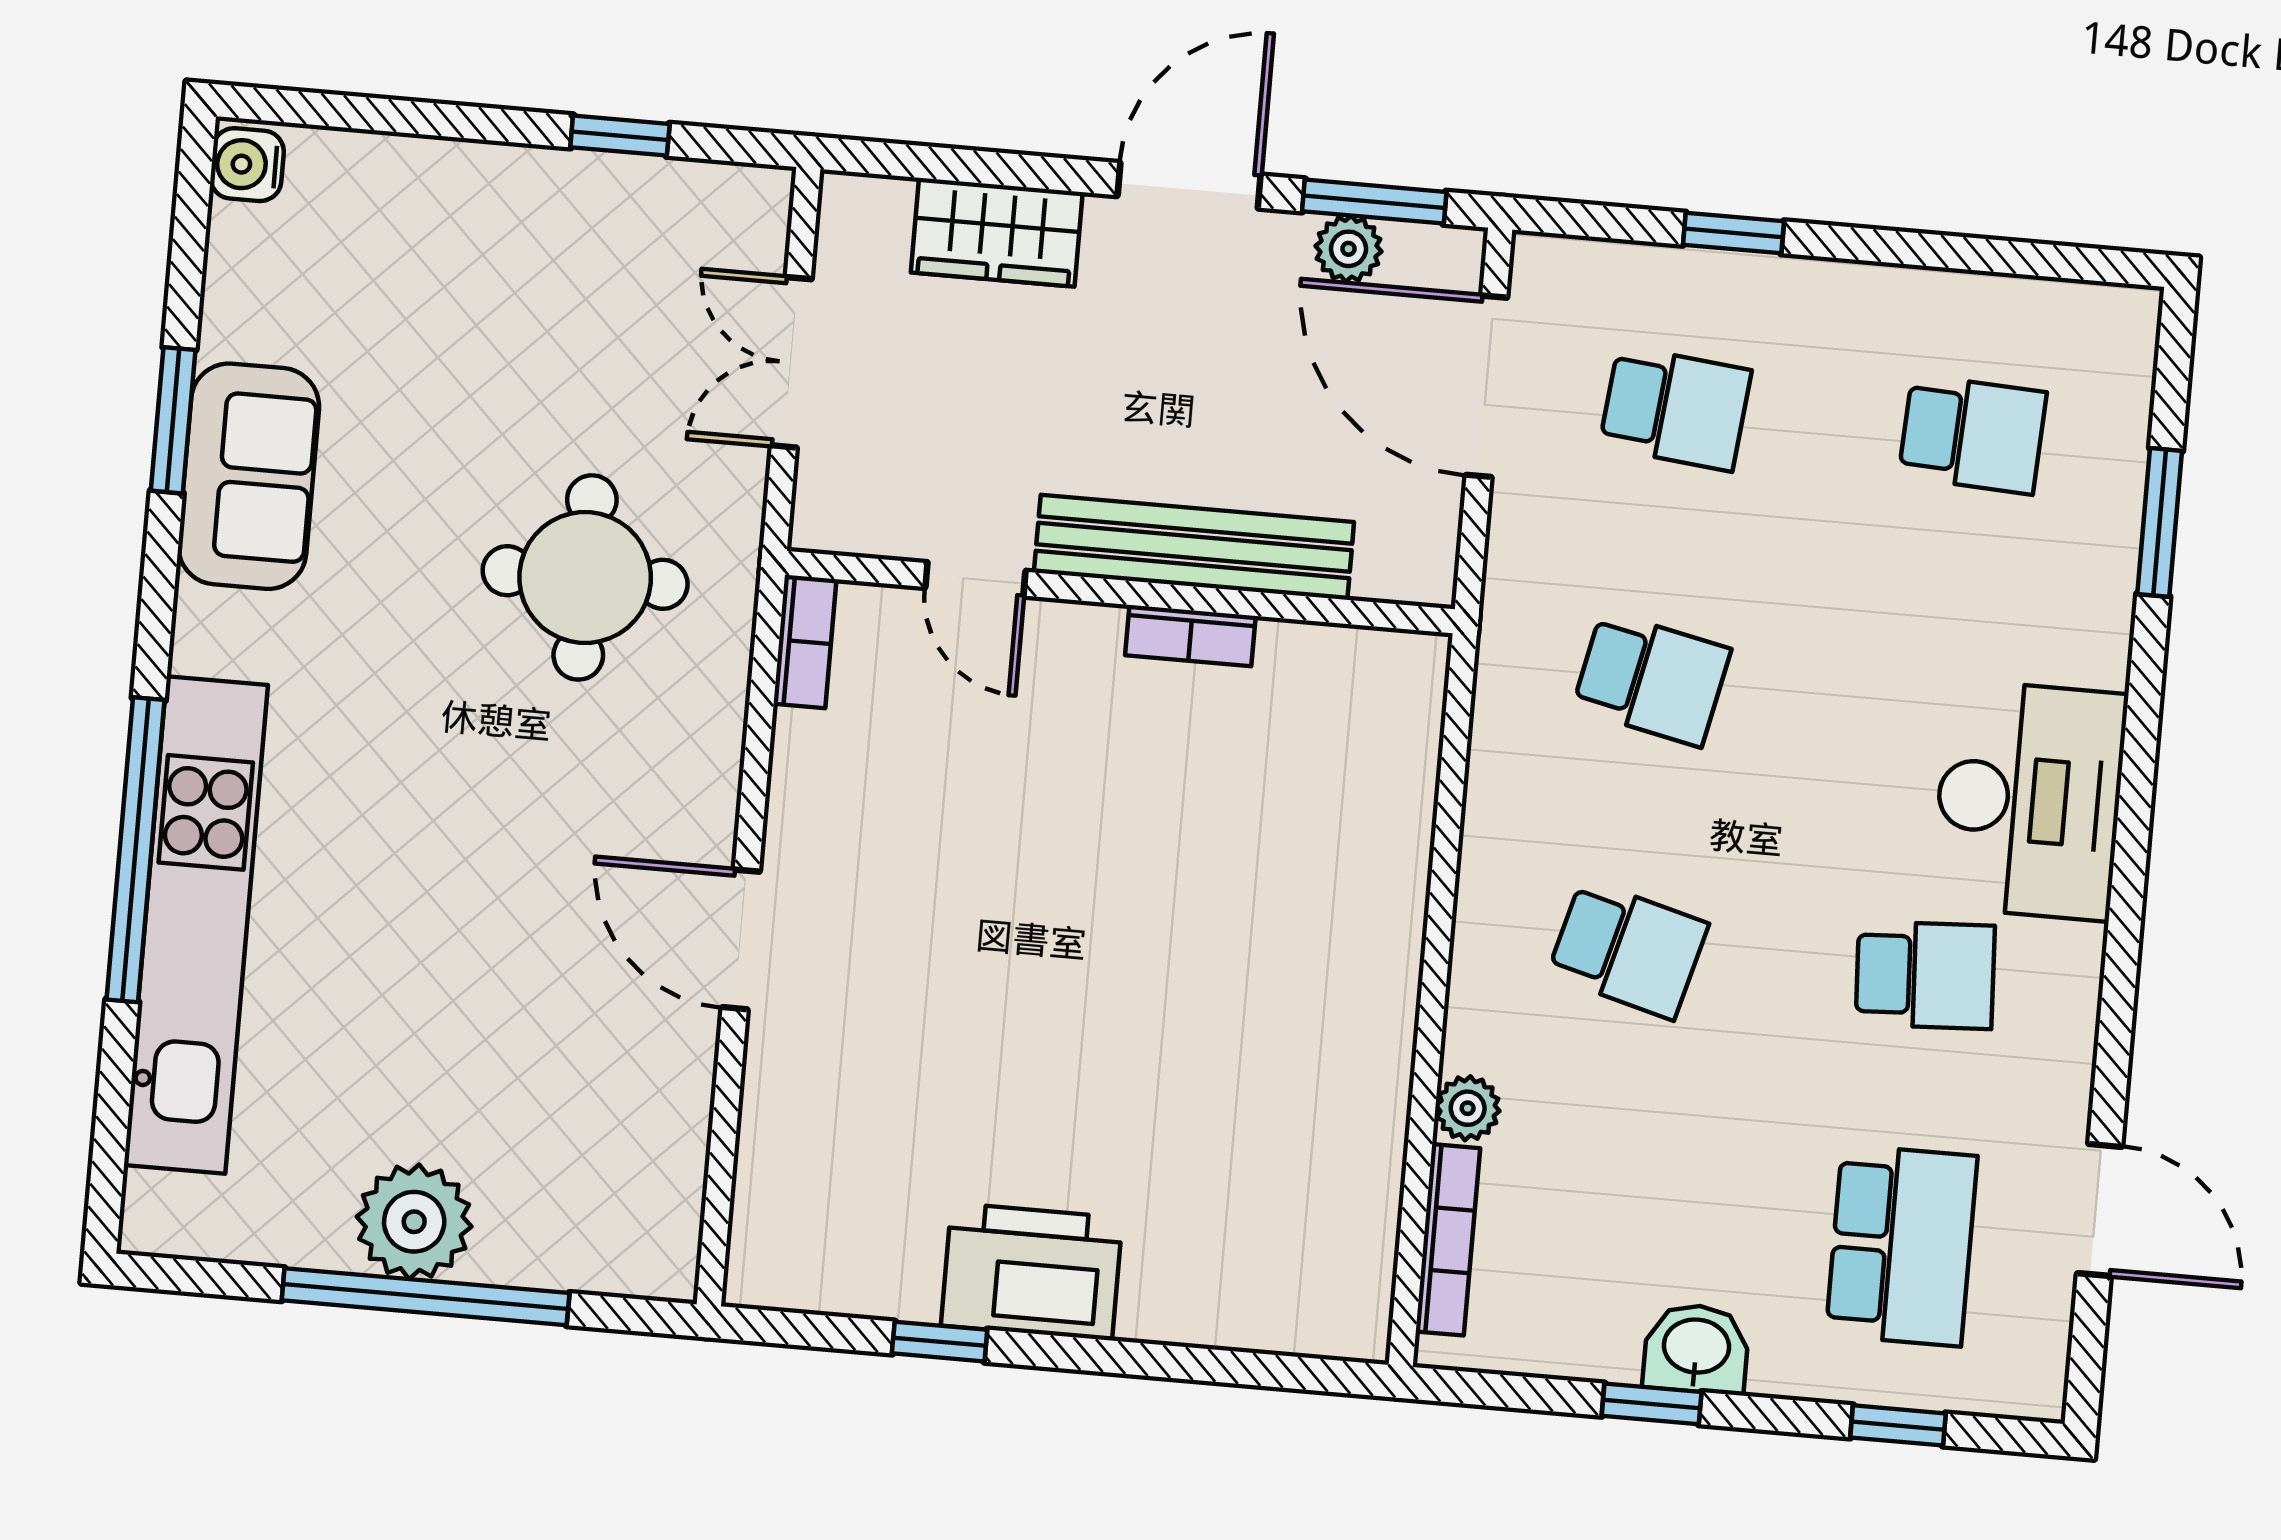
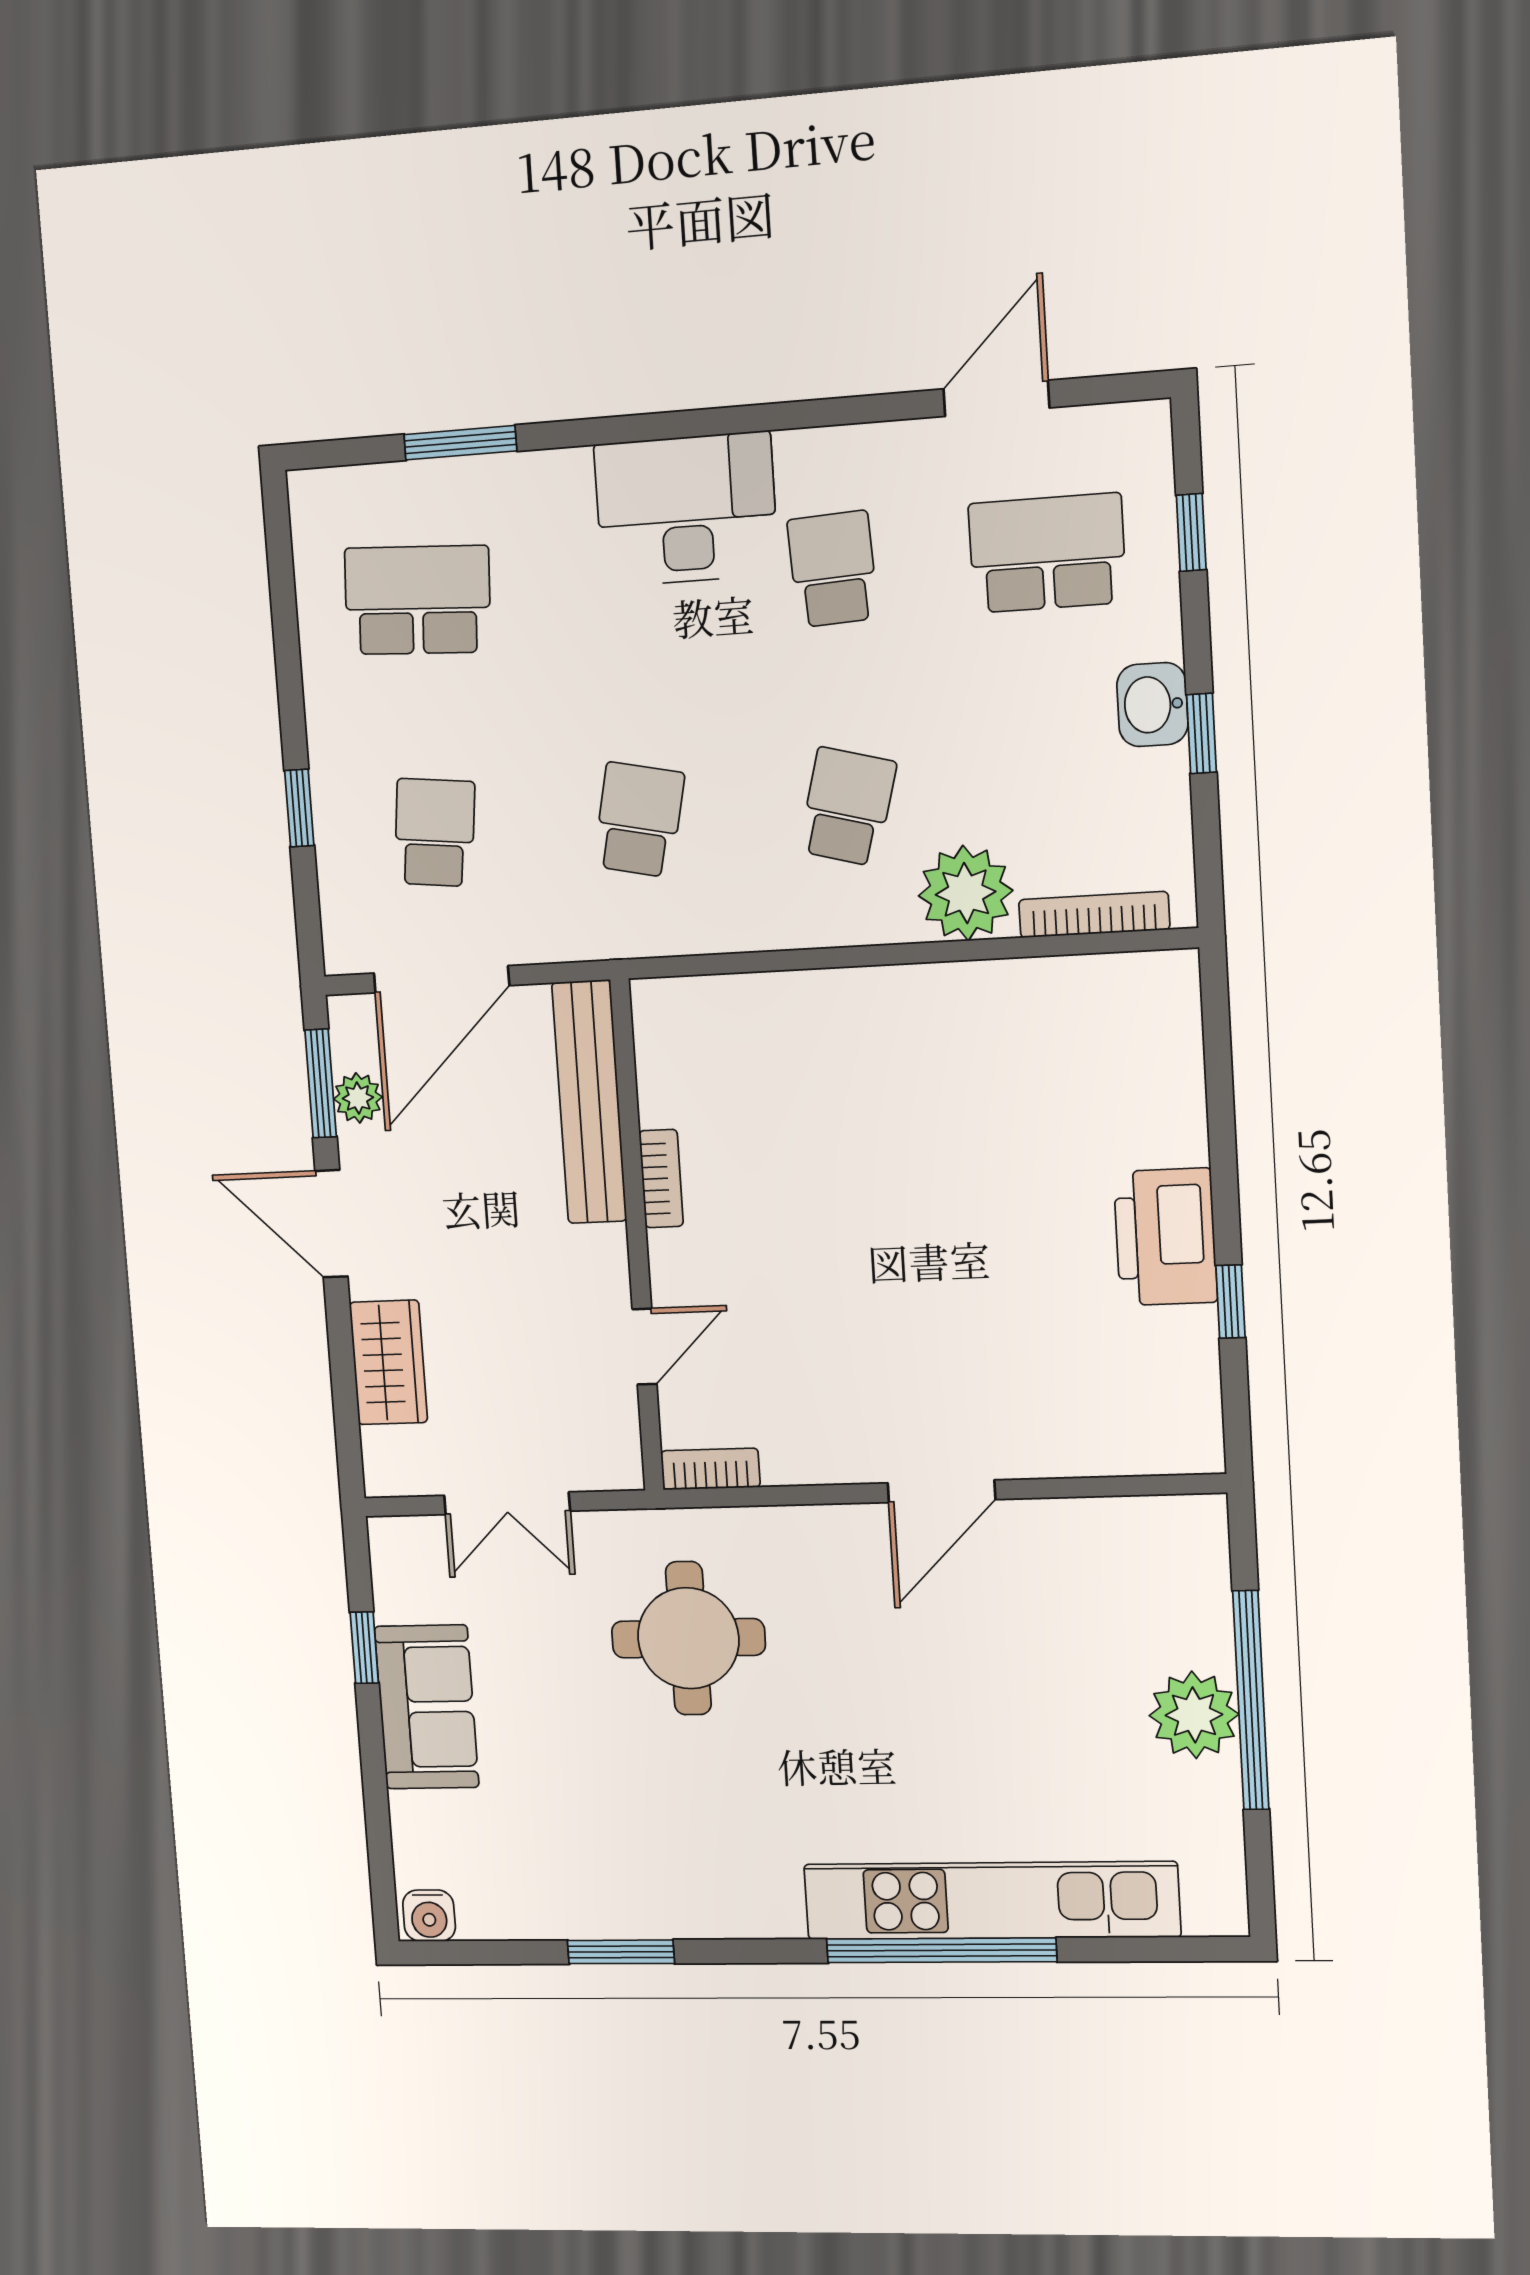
school desk: (1973, 434) -> (418, 600), width x1.85
sofa: (249, 476) -> (427, 1707), moved, turned 90
bench: (1194, 547) -> (589, 1102), moved
plant: (1468, 1108) -> (966, 893), width x1.87, depth x1.87

